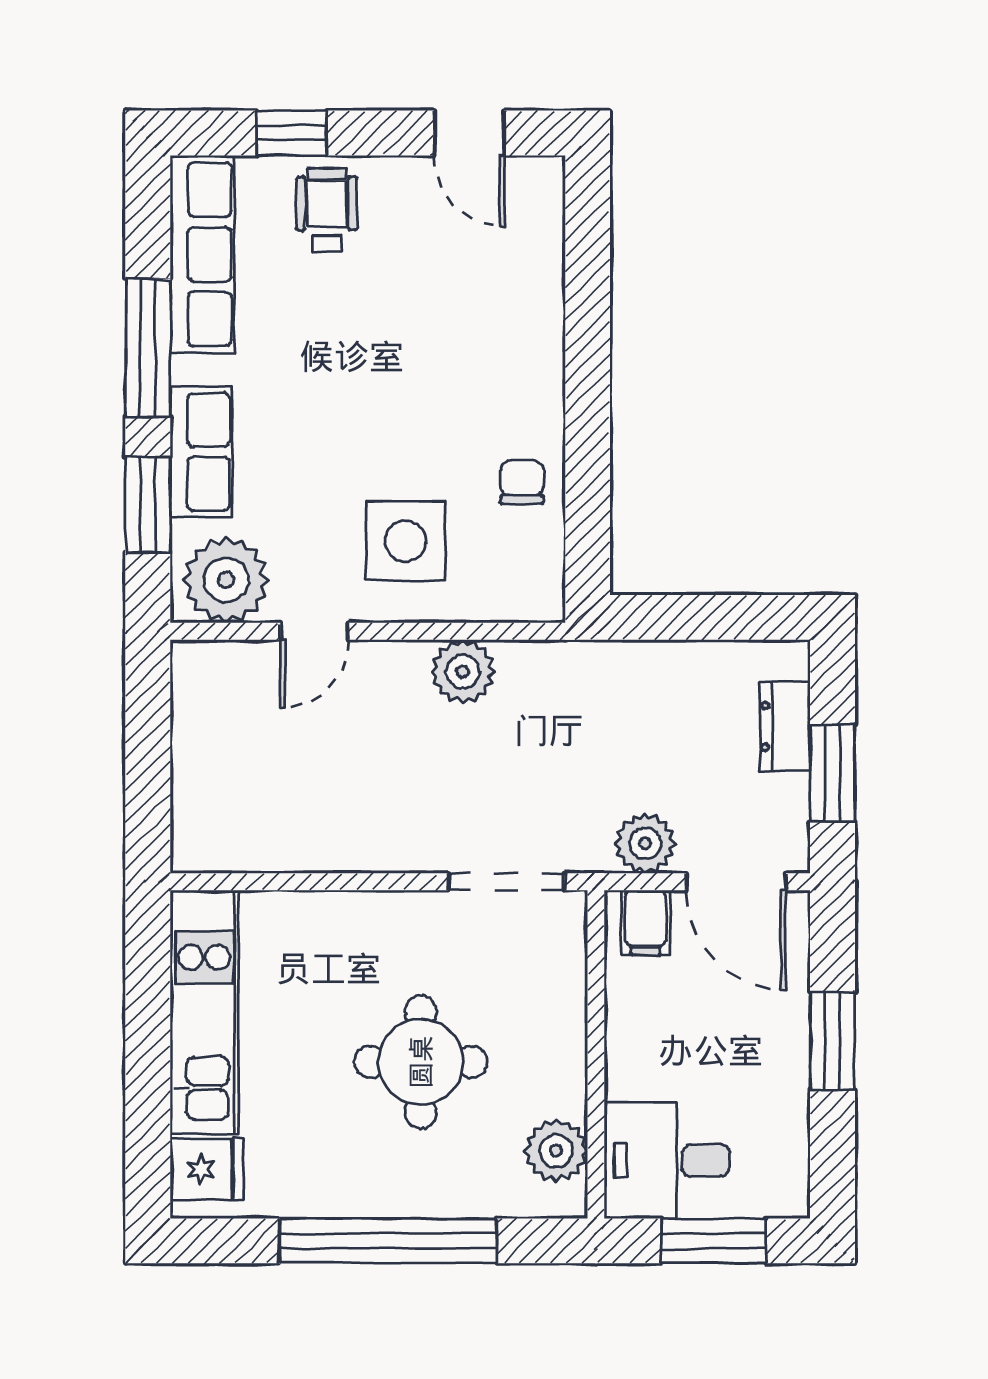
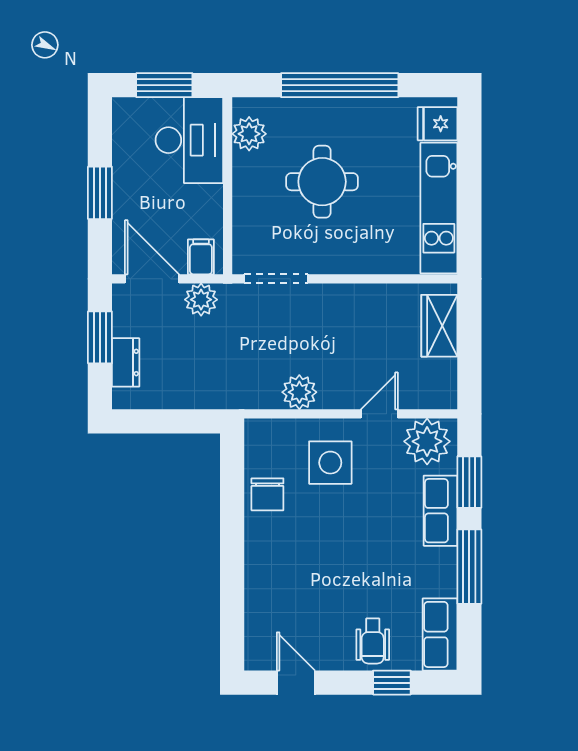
row of seats: (202, 254) -> (440, 634), width x0.68
chair: (522, 482) -> (267, 494), width x1.37, depth x1.37
wardrobe: (203, 795) -> (439, 326), added
desk: (667, 1160) -> (189, 140), width x1.37

